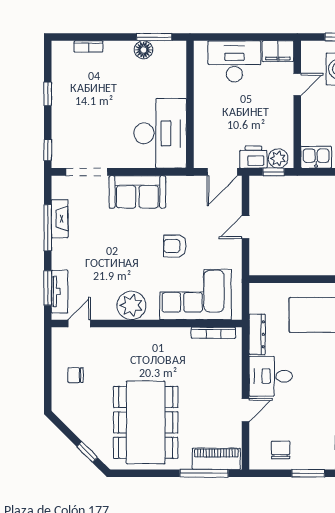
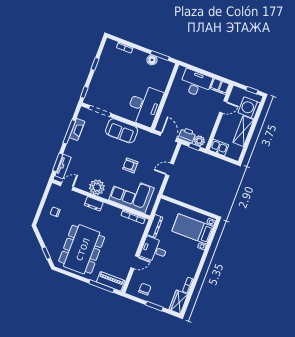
door: (222, 172) -> (169, 137), swing flipped
dresser: (137, 336) -> (94, 204), added

